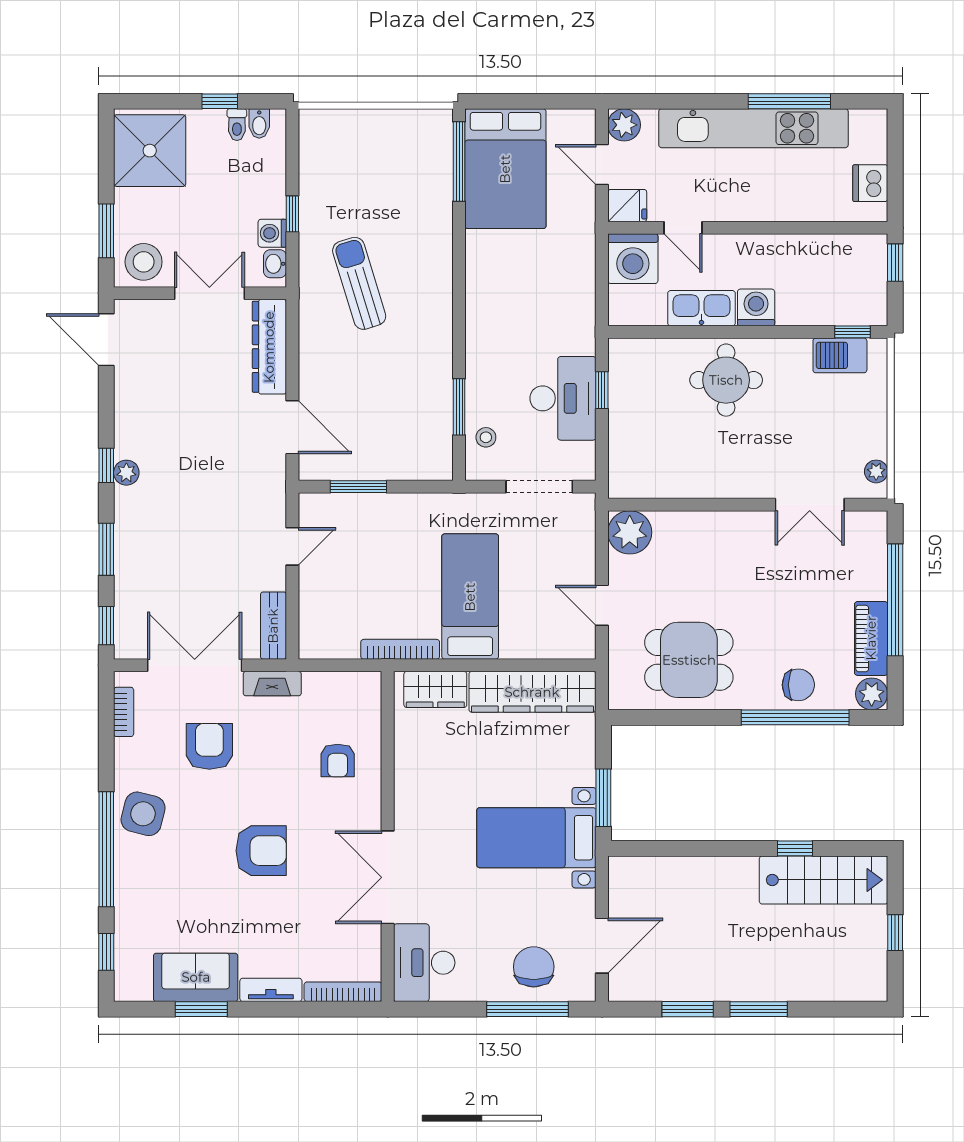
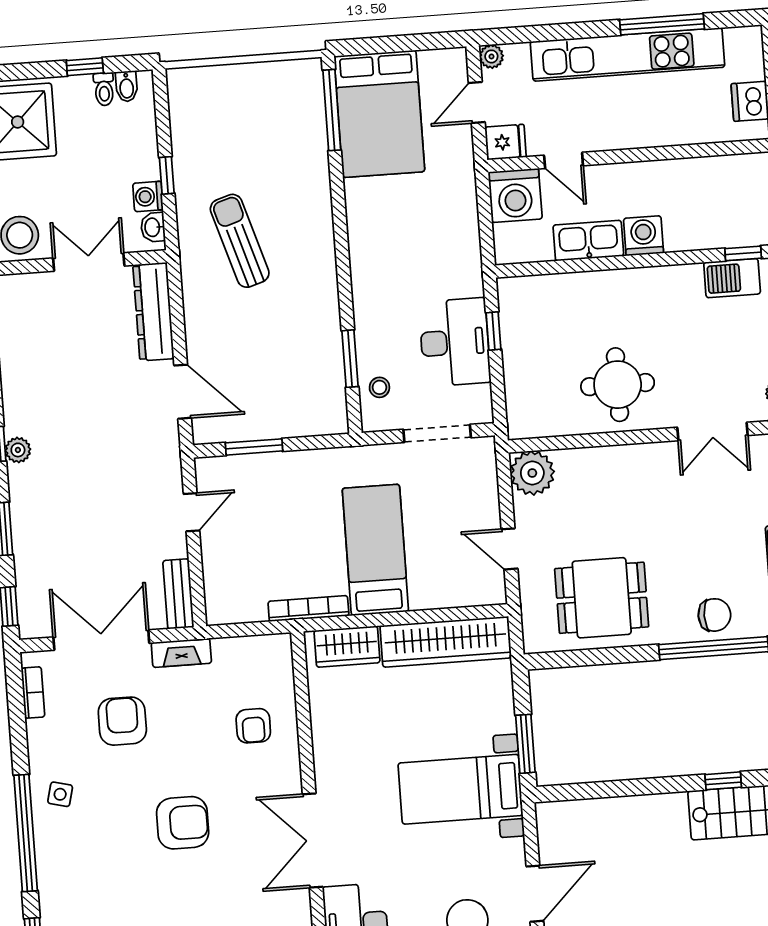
plant: (624, 125) -> (491, 56), width x0.73, depth x0.73
door: (602, 165) -> (477, 103), hinge flipped
round table: (726, 380) -> (618, 385), moved
side table: (143, 814) -> (60, 794), width x0.54, depth x0.54

